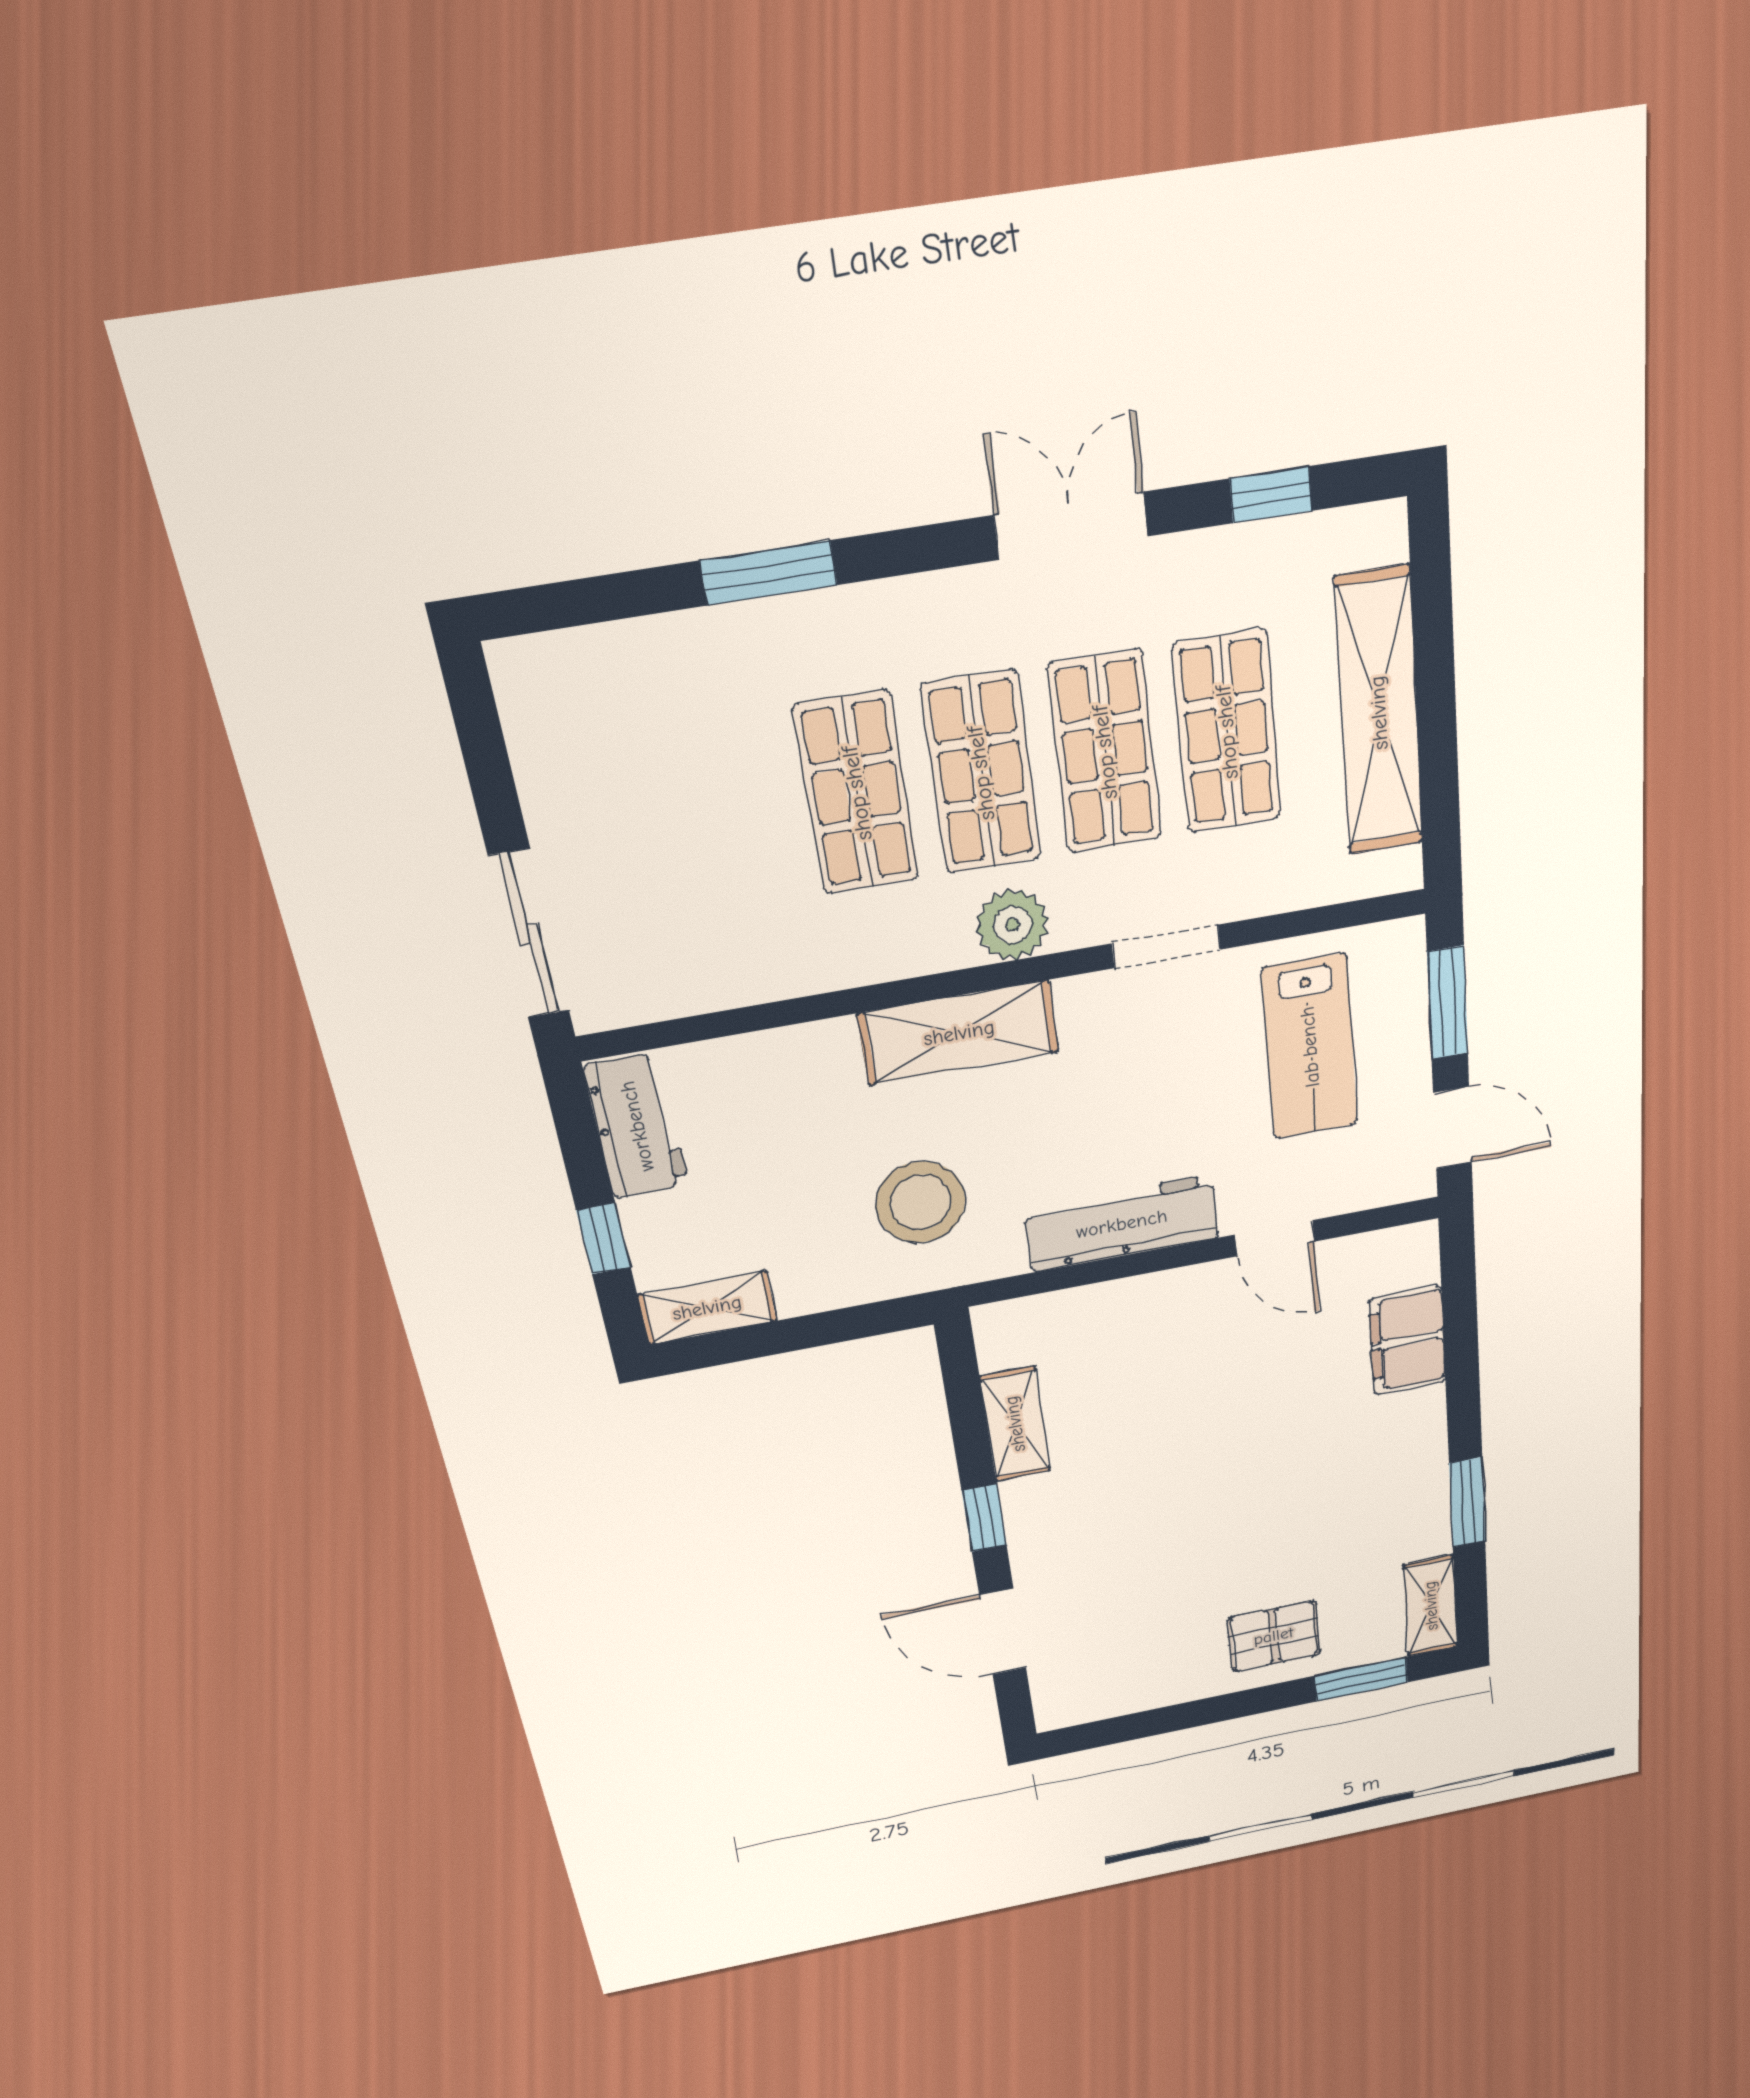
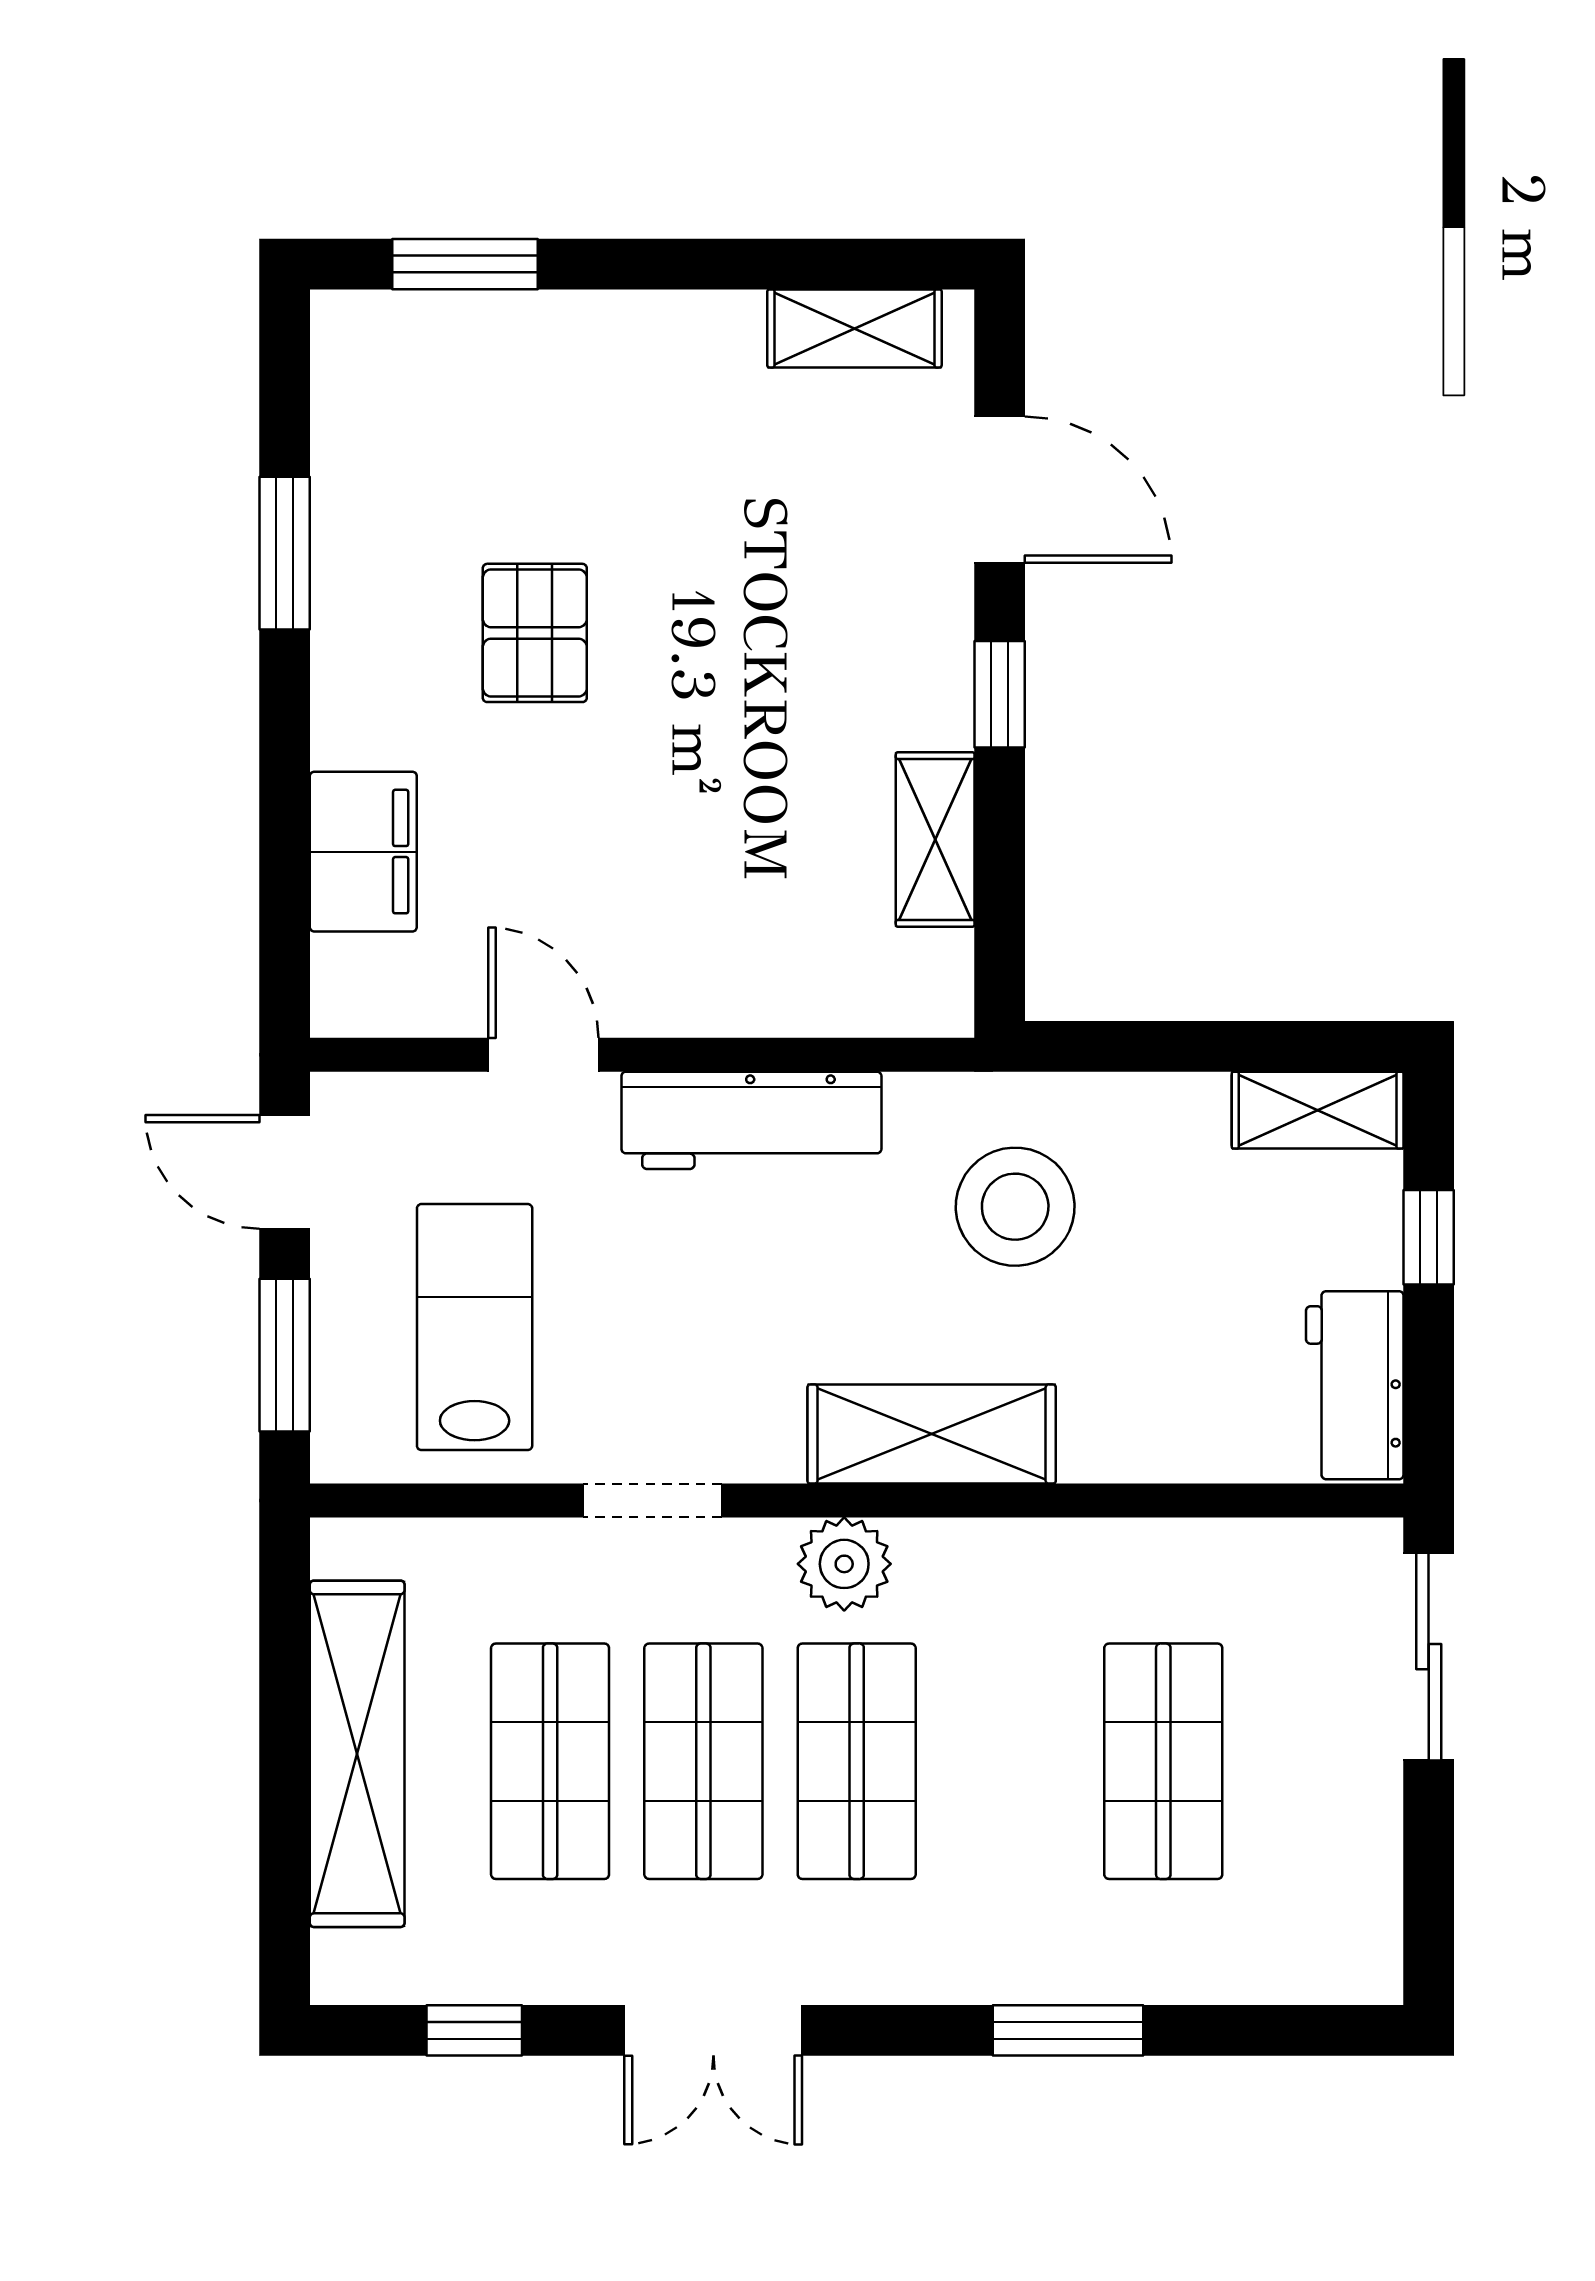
shop shelf: (857, 793) -> (1163, 1761), moved
shelving: (1431, 1606) -> (854, 328), moved, turned 90
pallet: (1274, 1636) -> (535, 633), moved, turned 90

